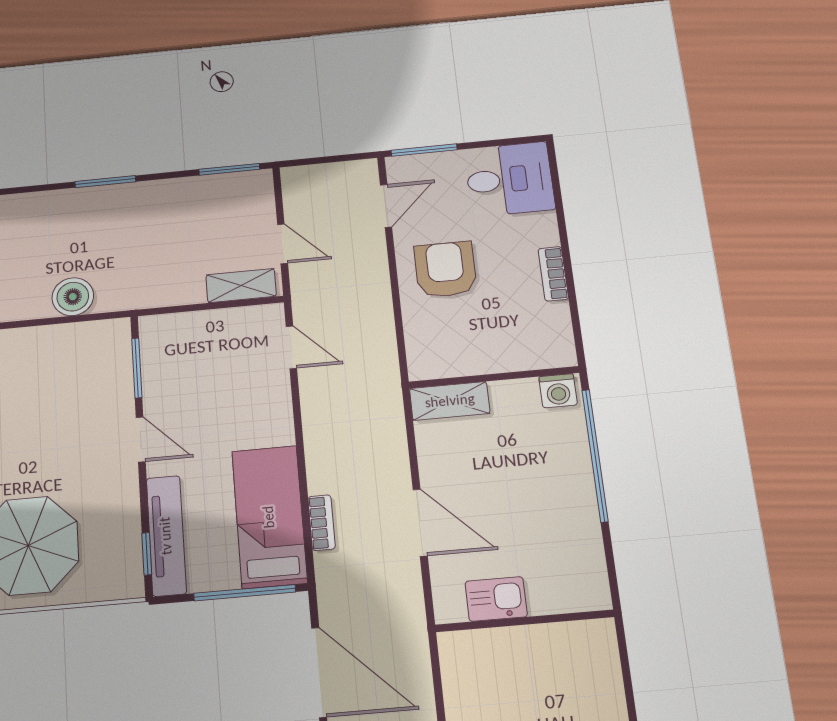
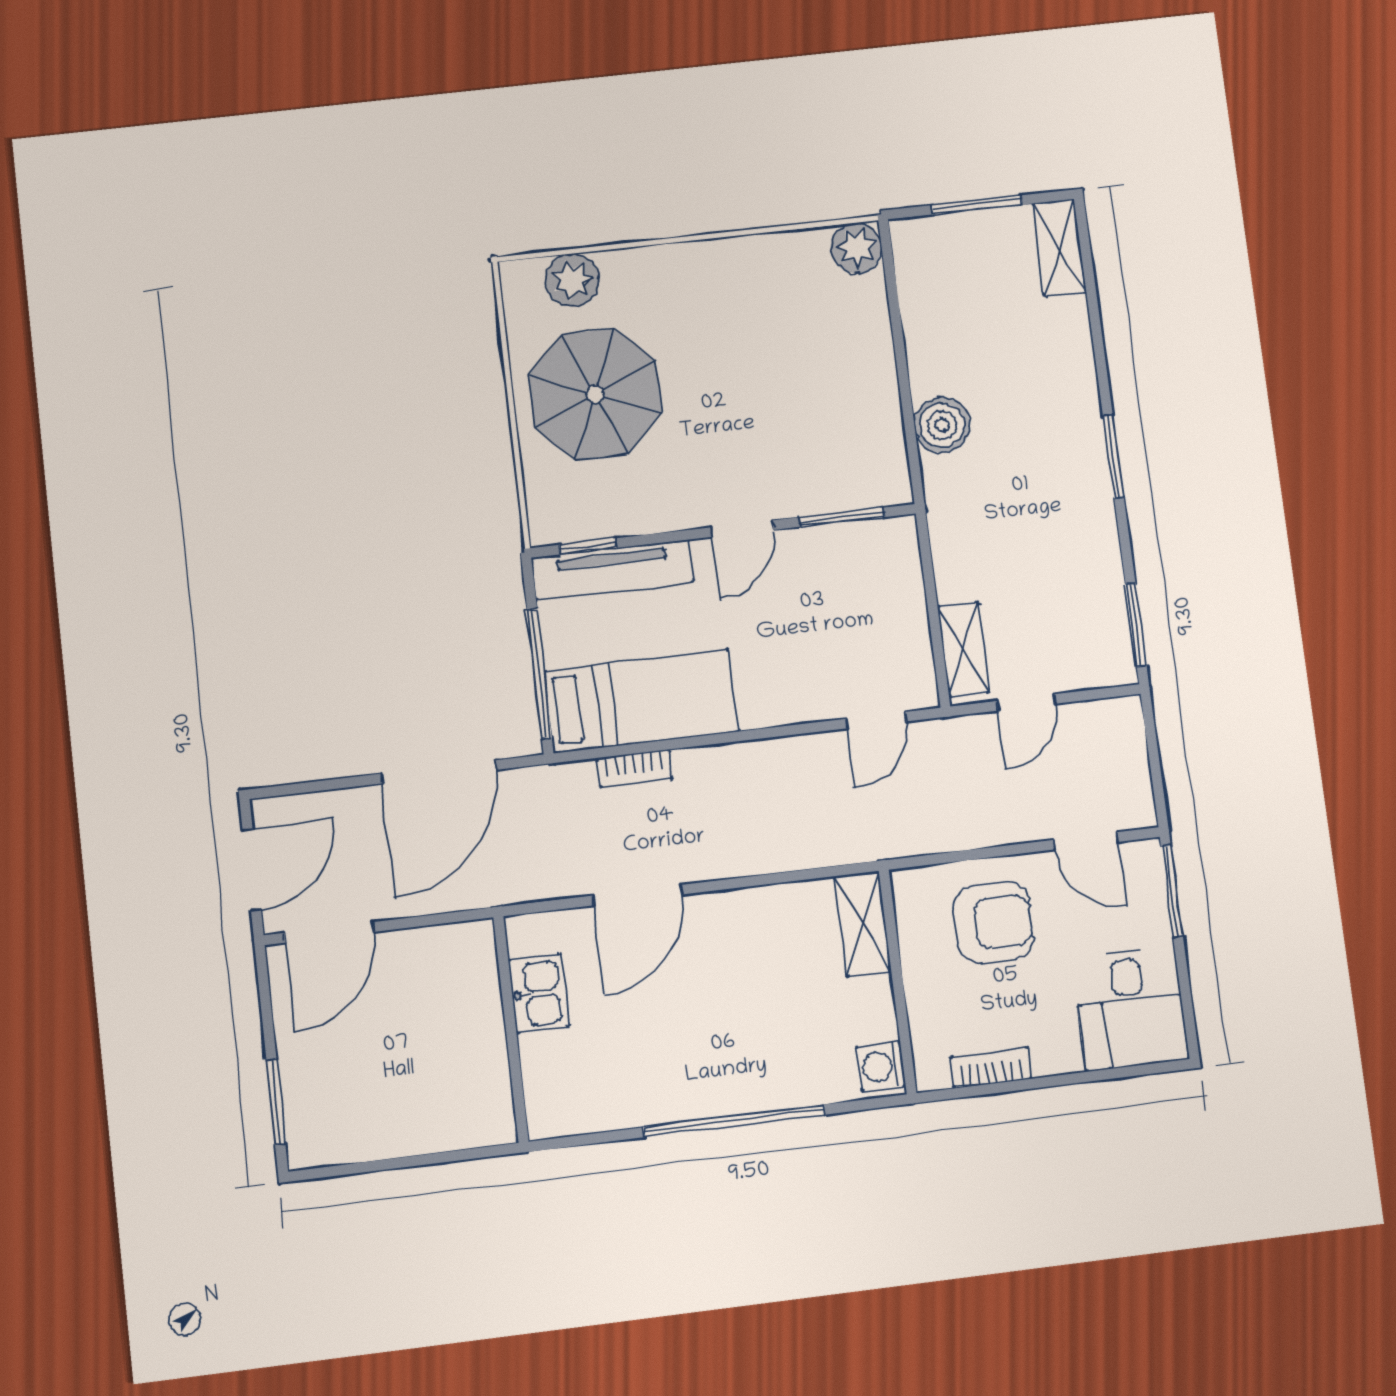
wall: (494, 377) -> (898, 982), moved
washing machine: (558, 391) -> (881, 1066), moved
shelving: (450, 401) -> (863, 924), moved

